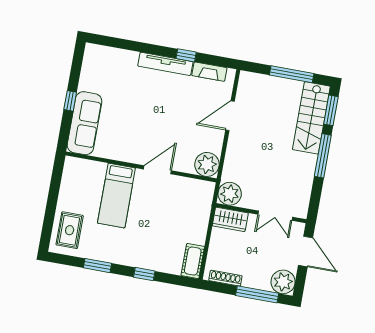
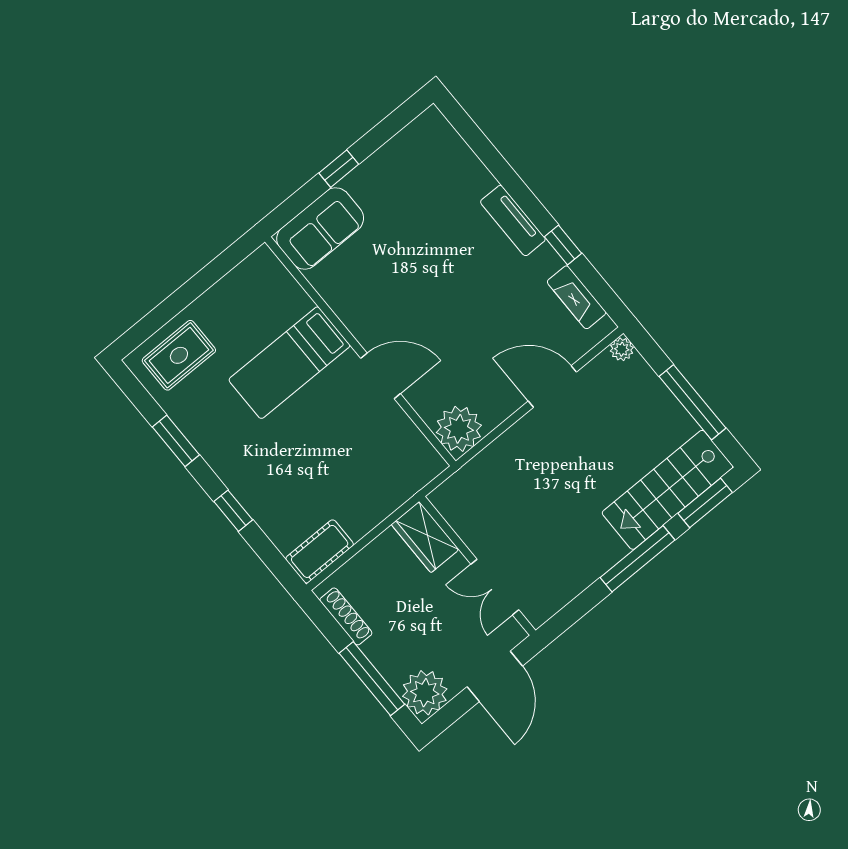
tv unit: (165, 64) -> (513, 221), width x0.71
sofa: (85, 123) -> (320, 229), width x0.73
plant: (230, 194) -> (622, 349), moved, width x0.53, depth x0.53

